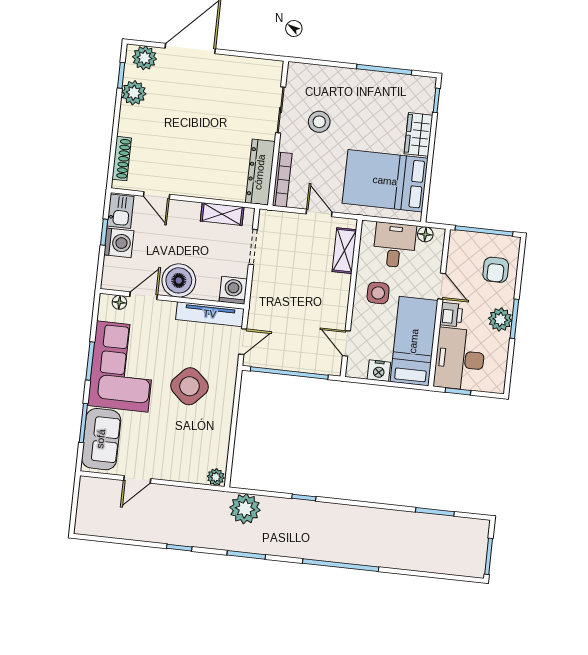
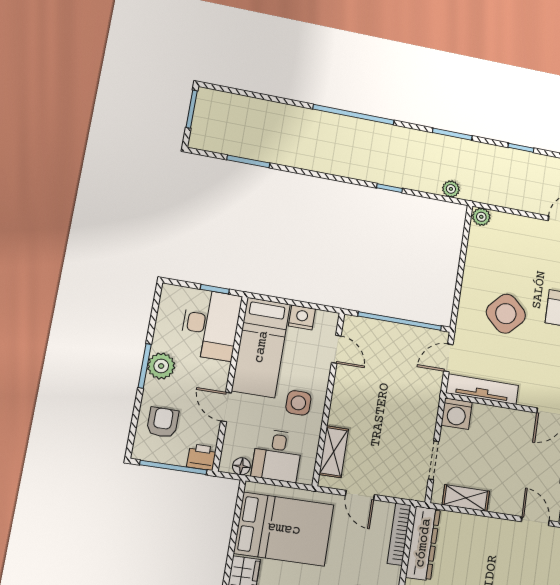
boiler: (179, 280) -> (514, 427), removed
printer: (451, 315) -> (202, 457), moved, turned 90
plant: (245, 509) -> (451, 189), width x0.53, depth x0.53

